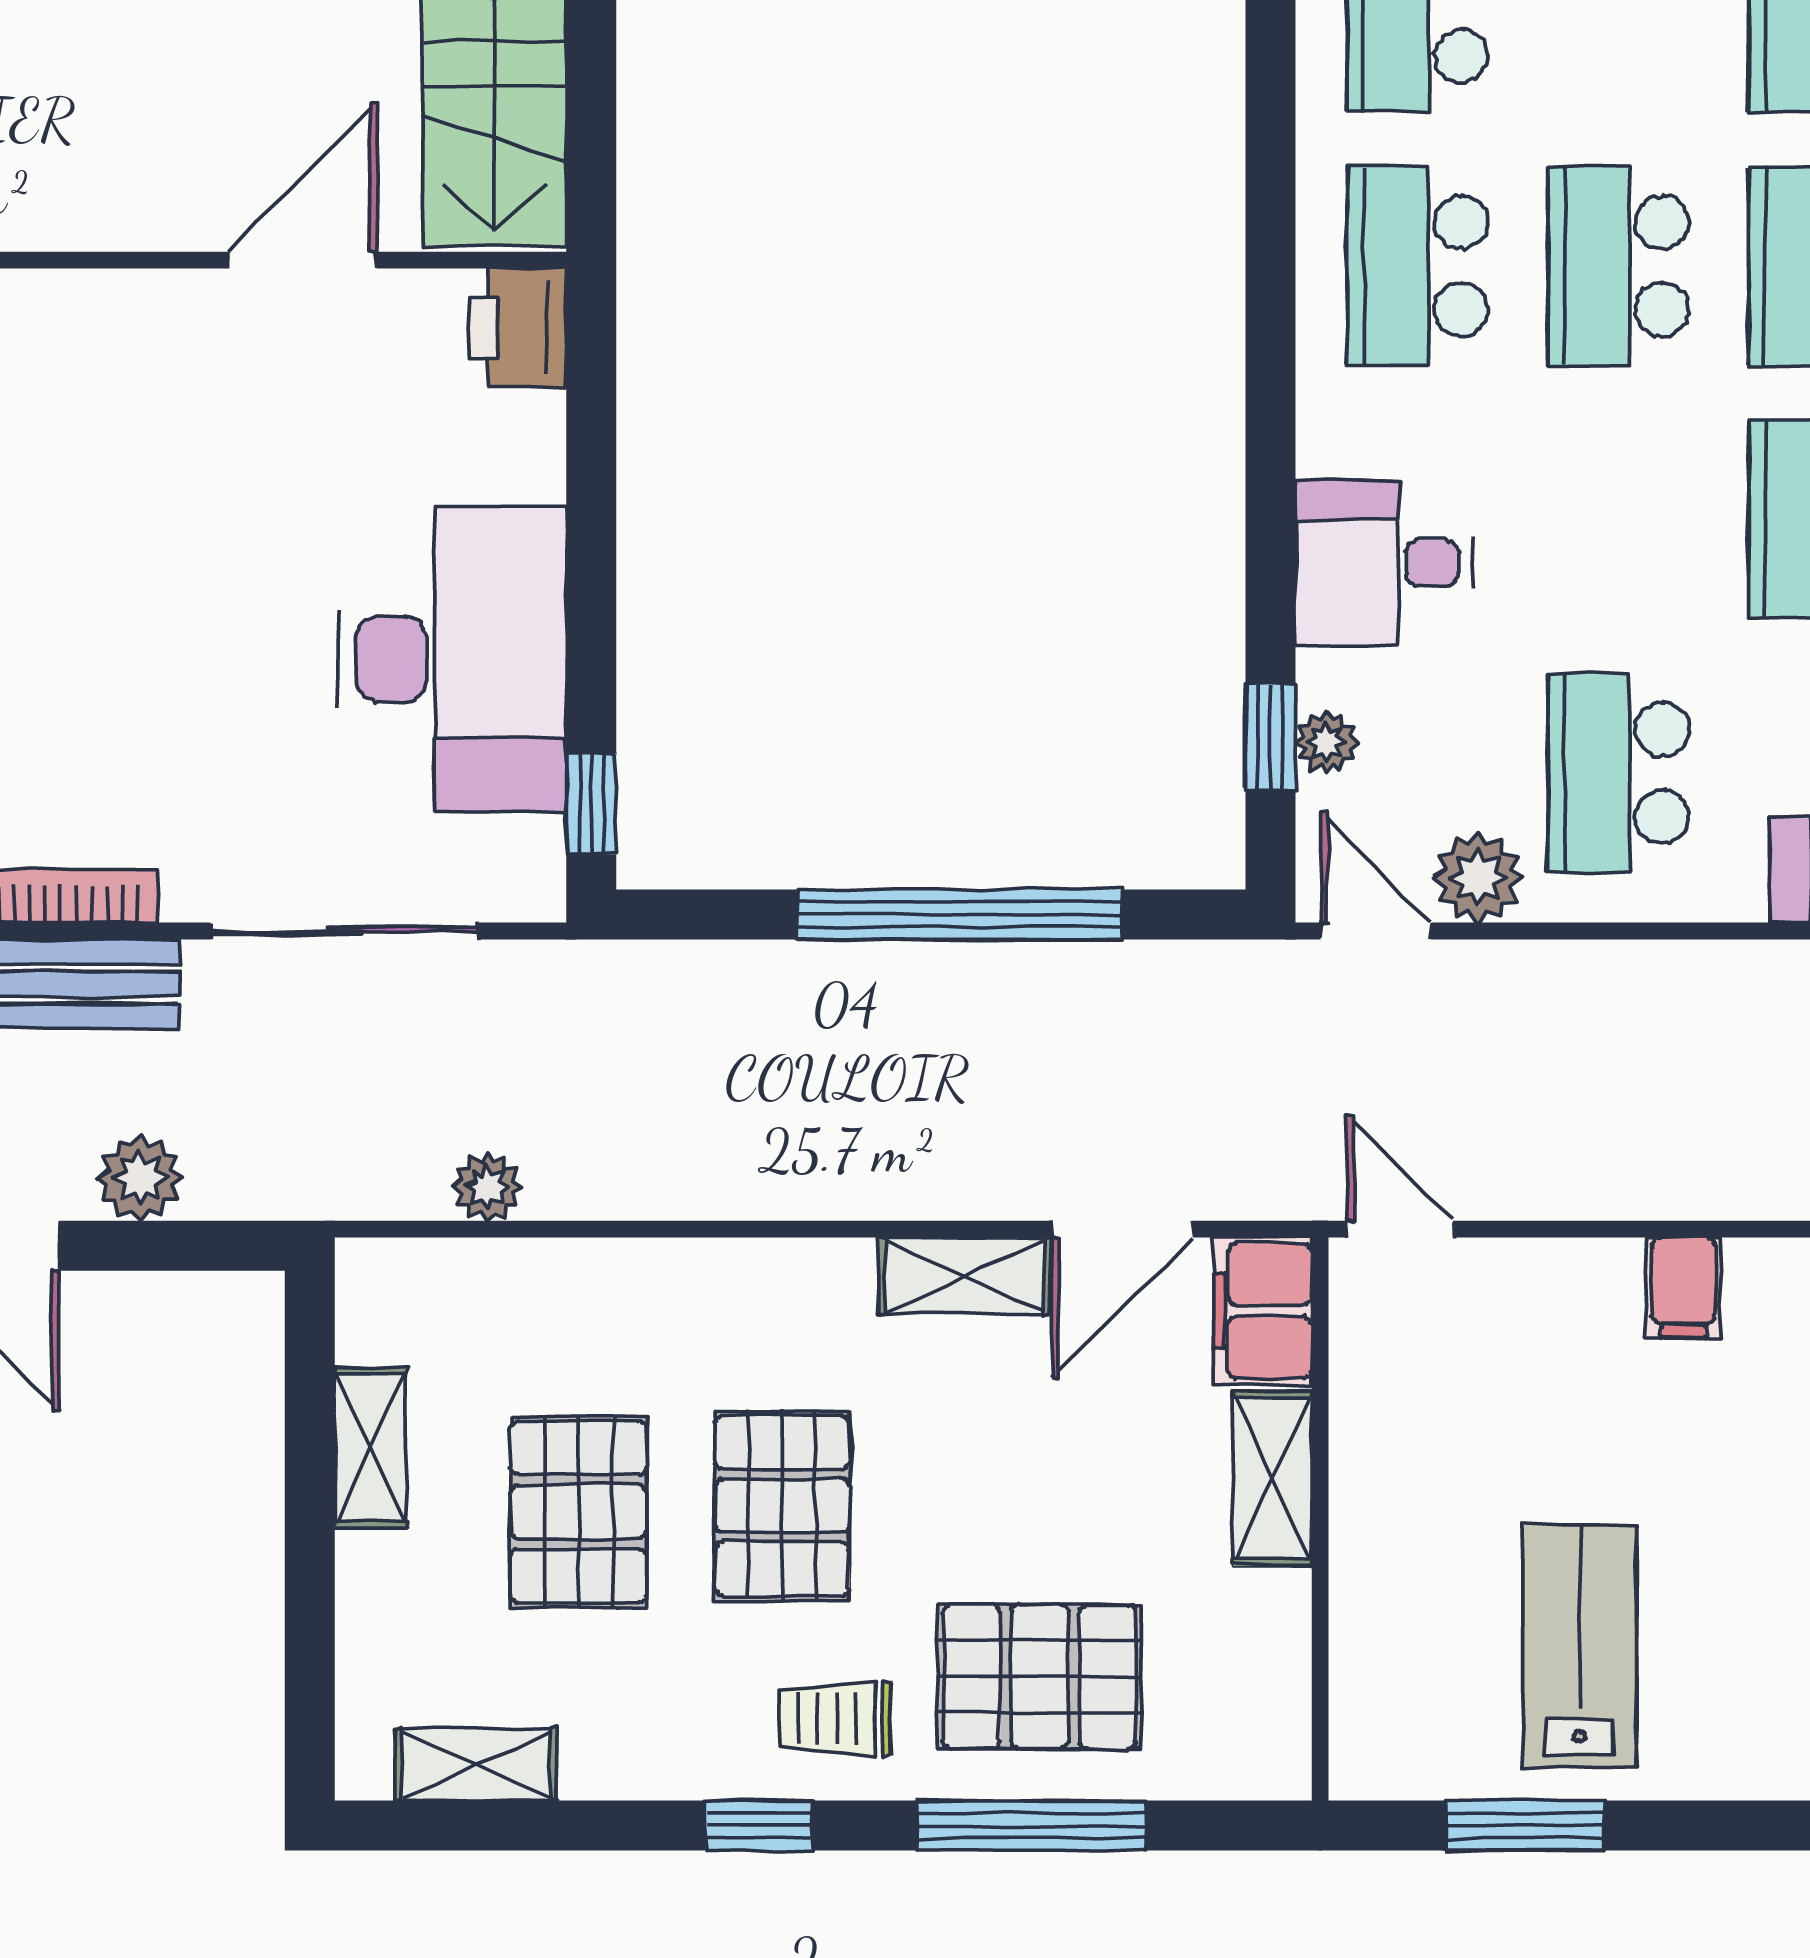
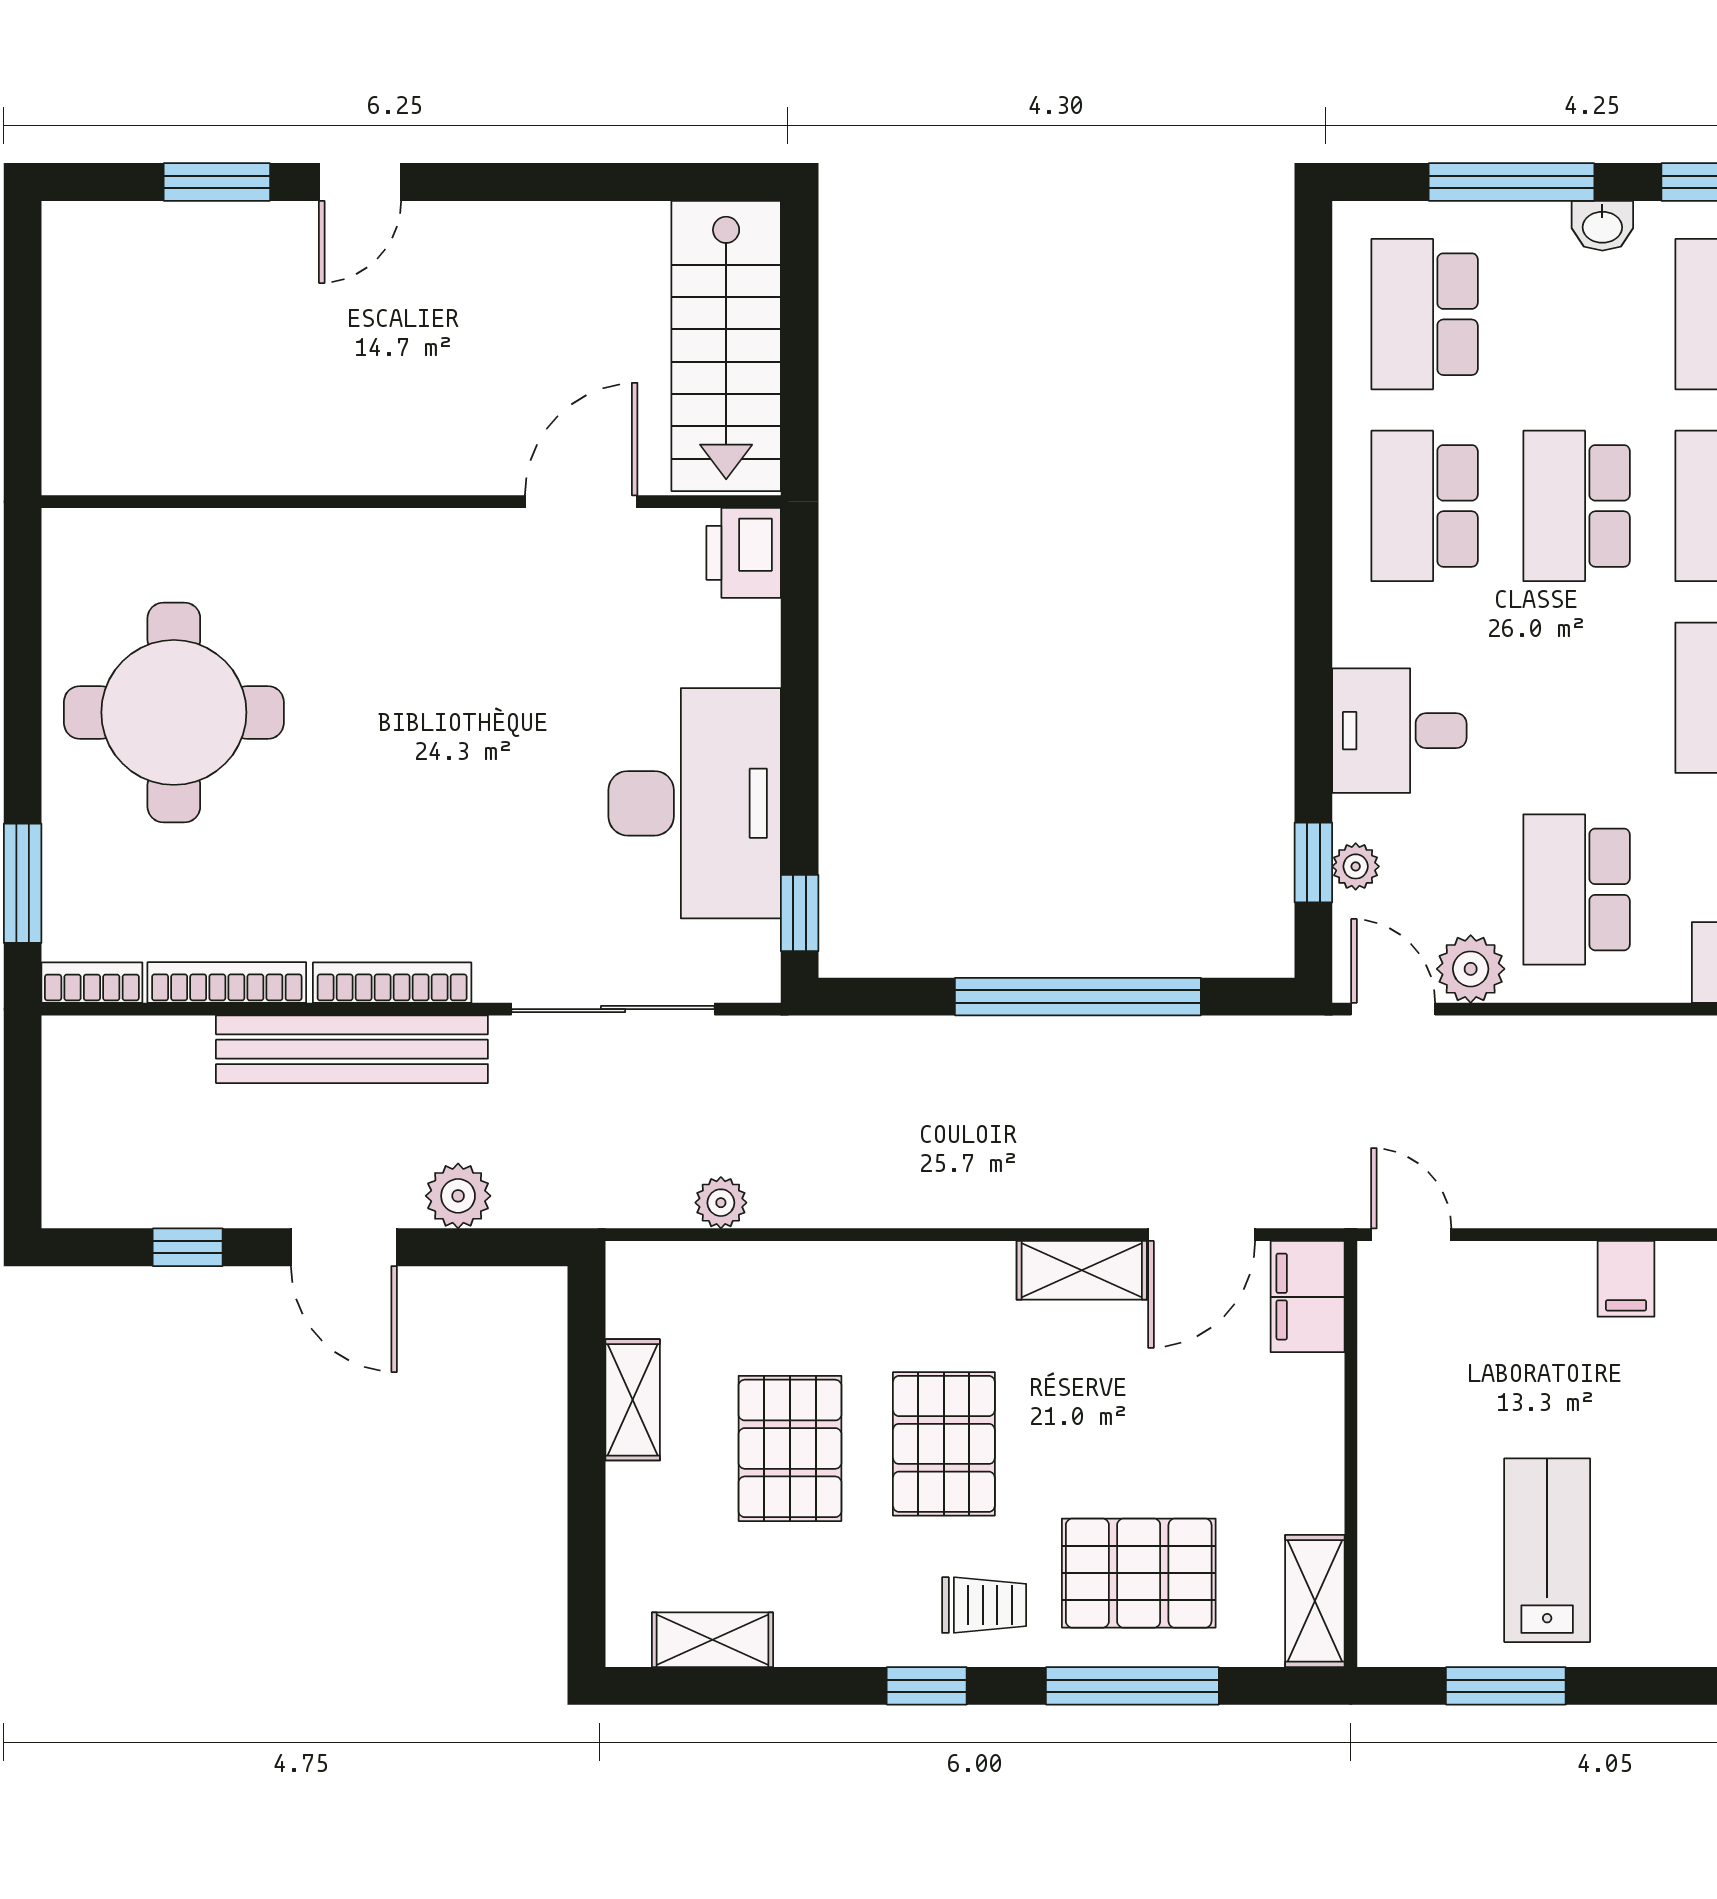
shelving: (1273, 1479) -> (1315, 1601), moved
trolley: (835, 1719) -> (984, 1605), turned 180

